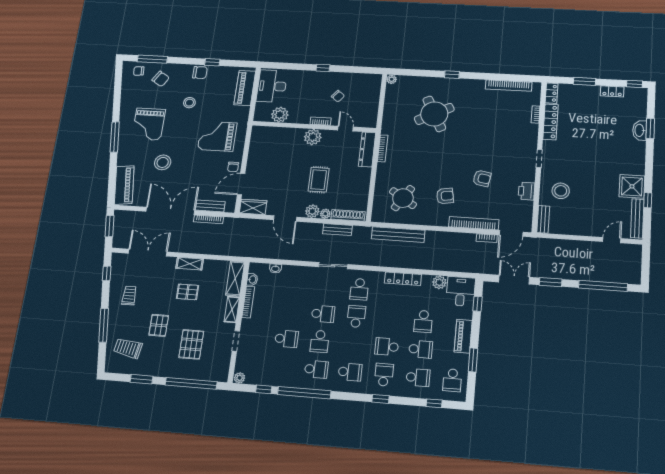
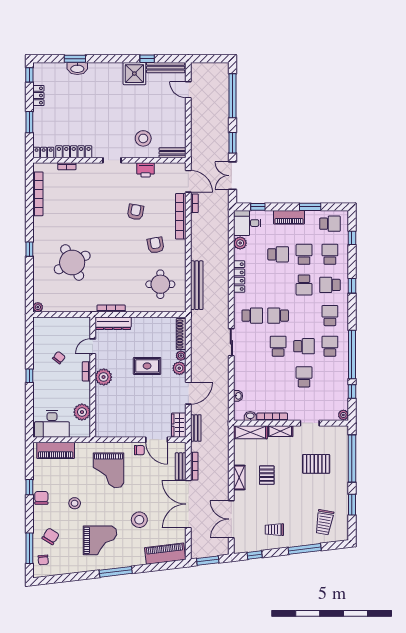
round table: (403, 198) -> (160, 284), turned -33
bench: (337, 230) -> (196, 428), moved
pallet: (159, 325) -> (301, 497), removed

